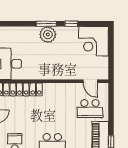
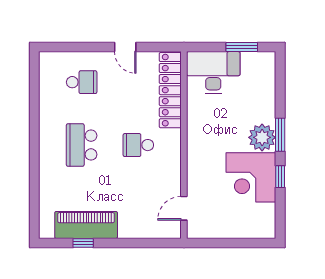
corner desk: (94, 41) -> (251, 177), moved, turned -90
school desk: (90, 109) -> (138, 145), moved, width x0.54

